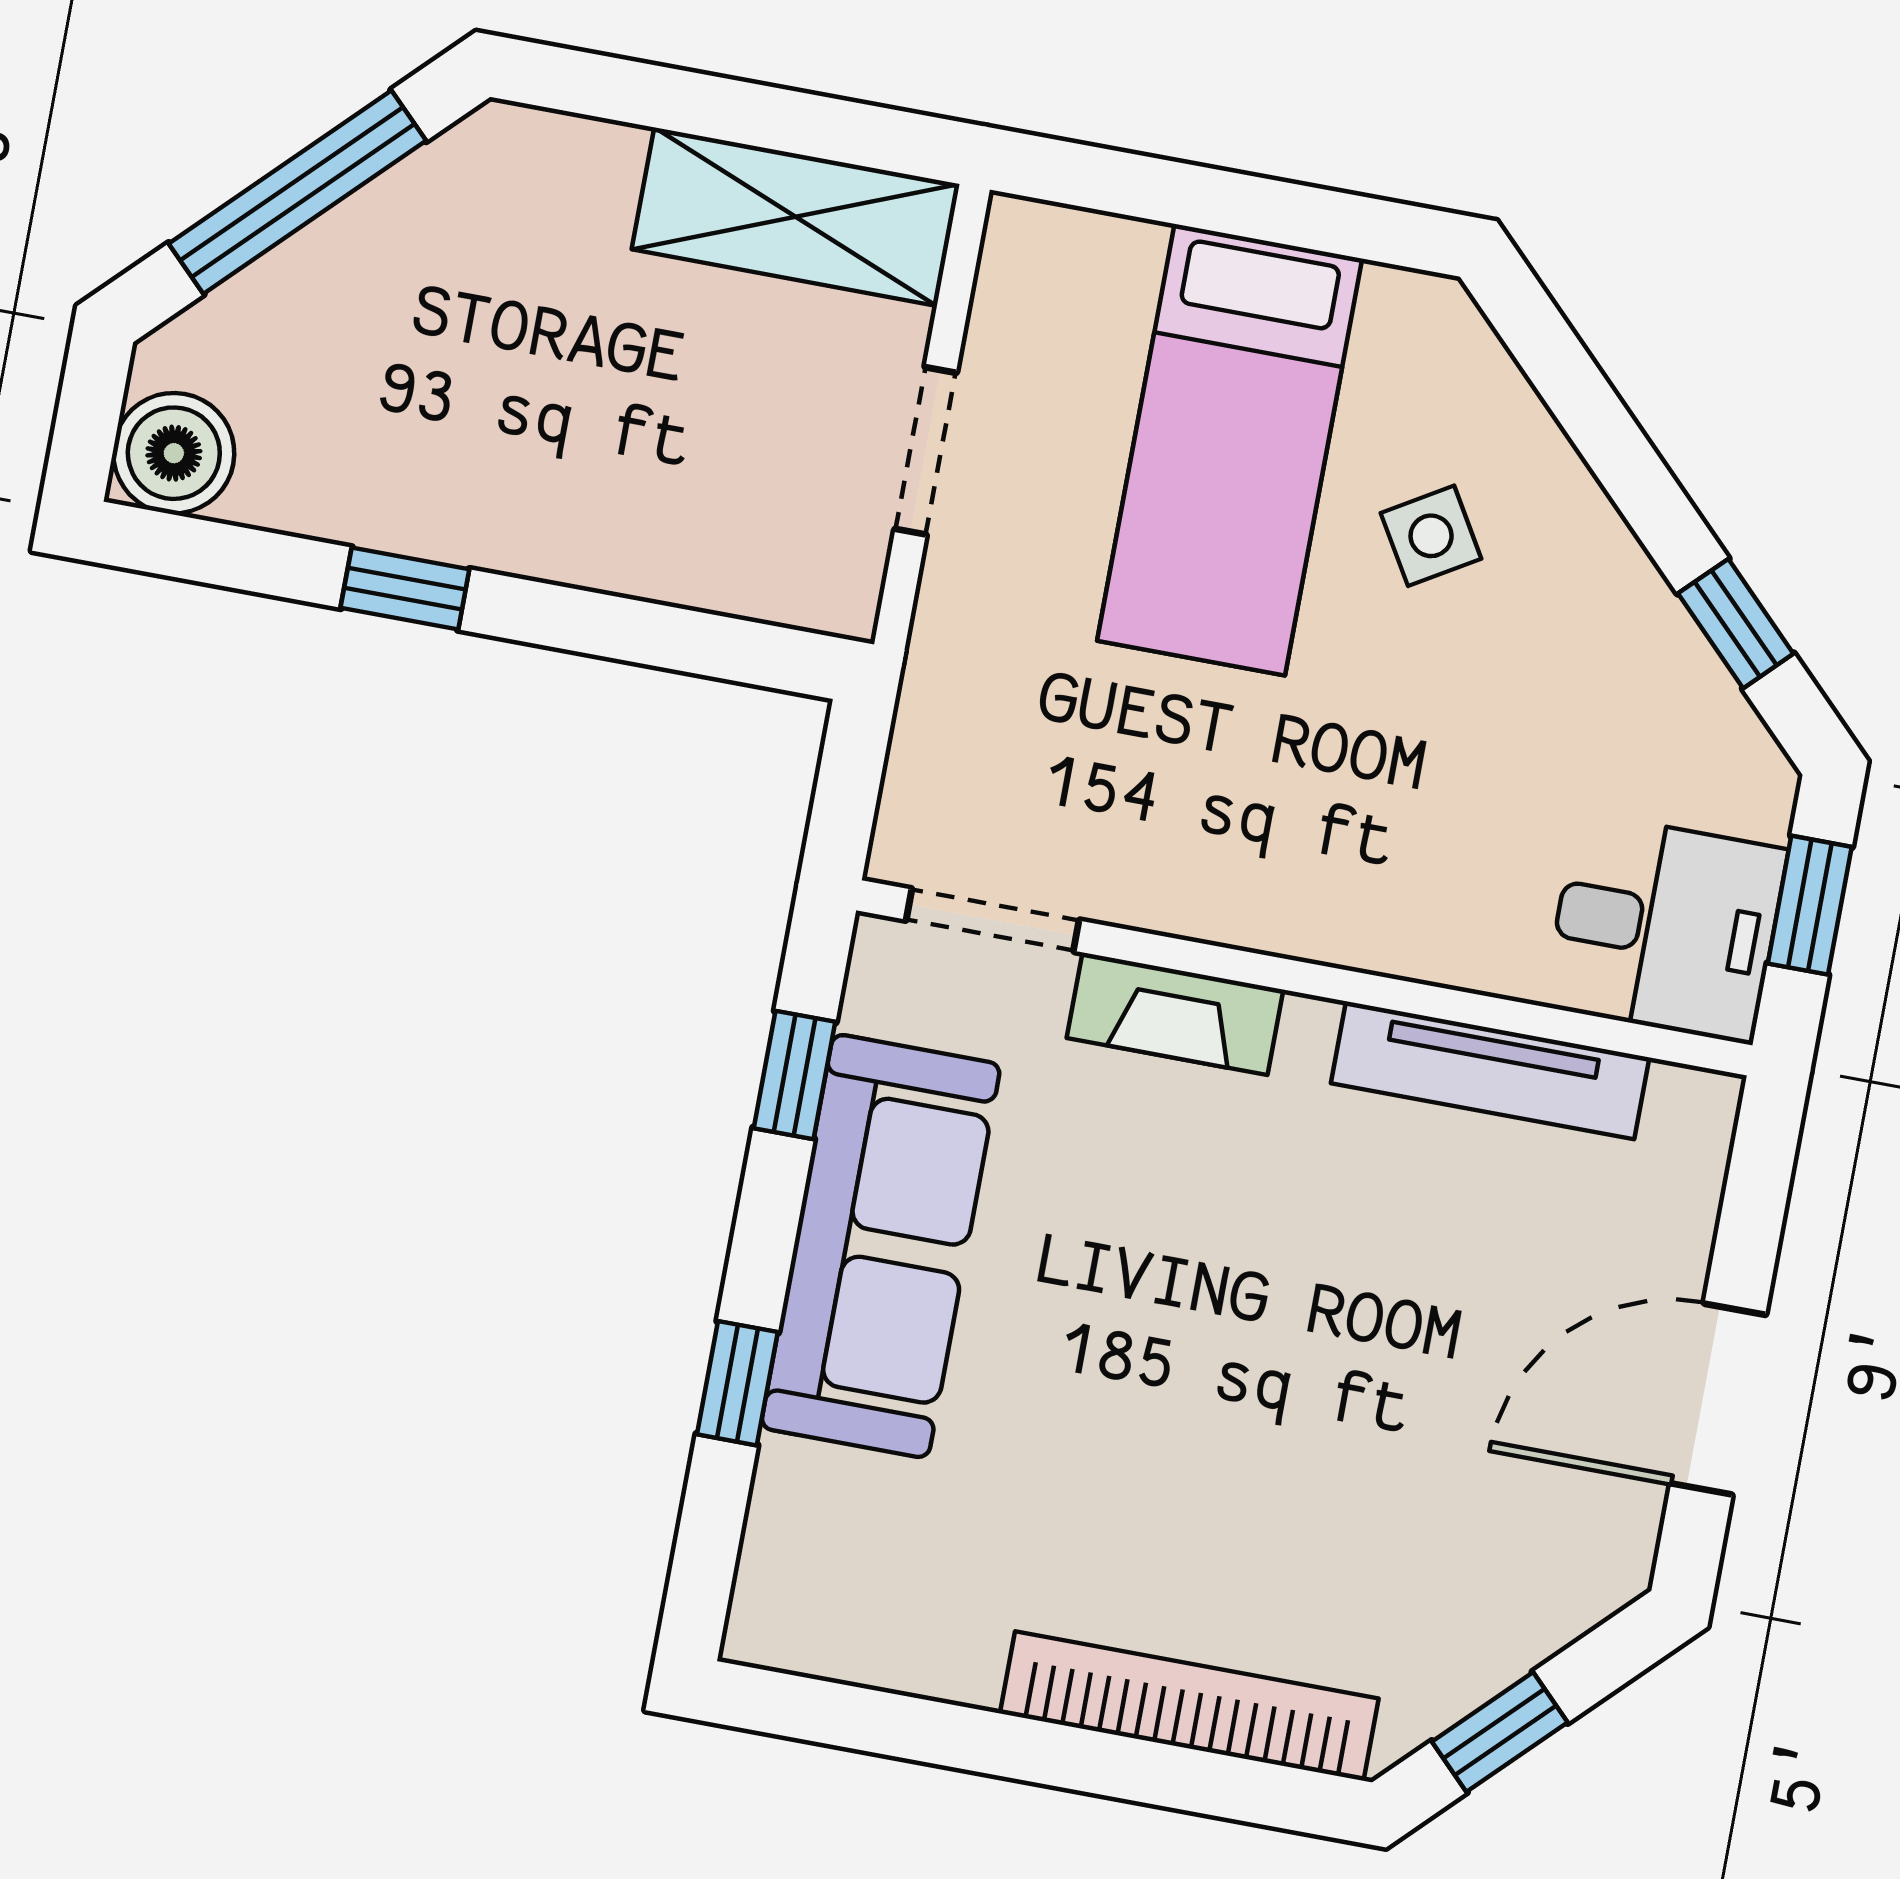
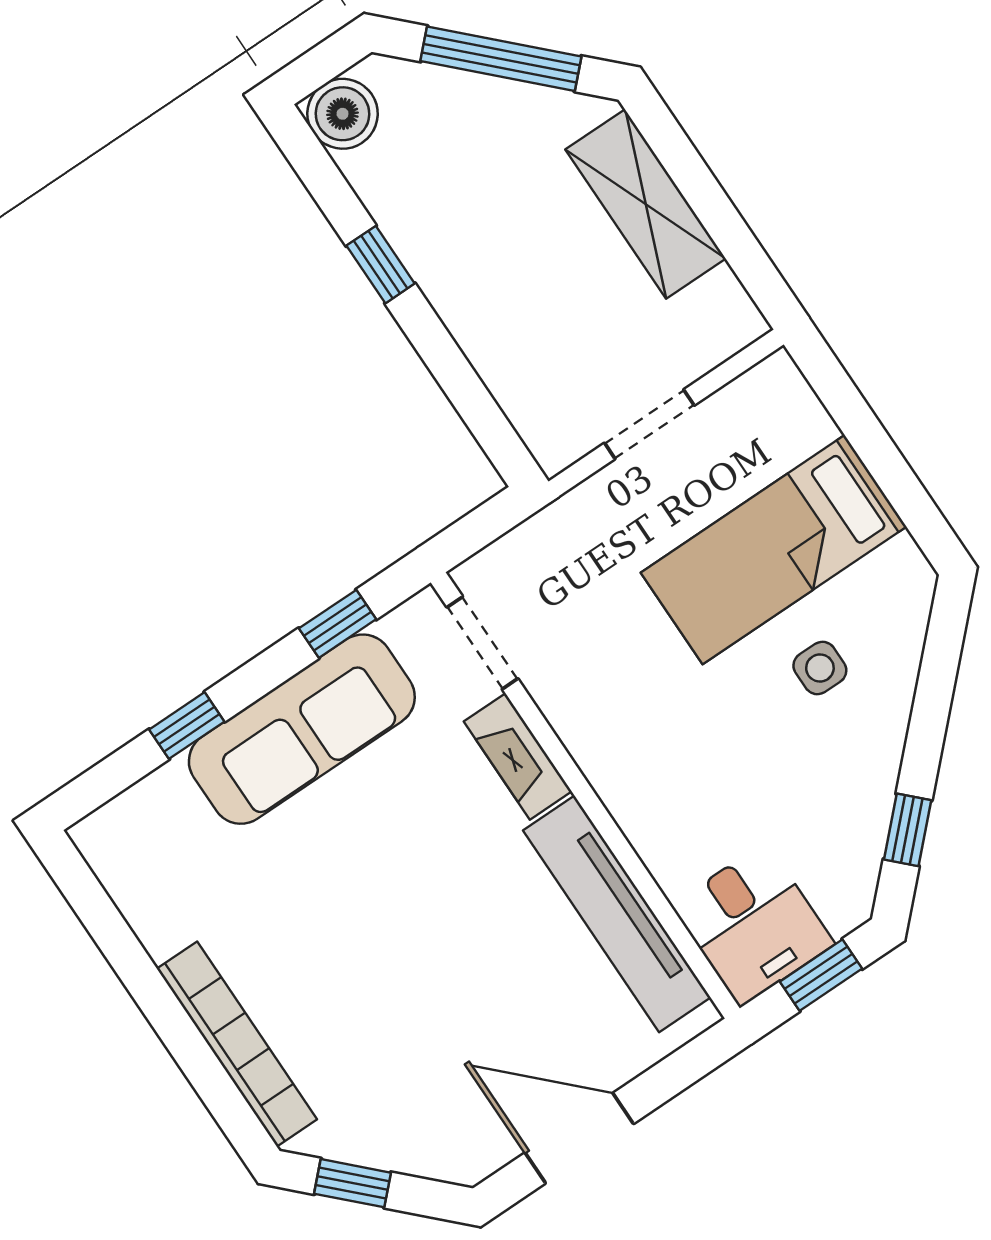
shelving: (796, 217) -> (646, 204), moved
side table: (1431, 536) -> (820, 668), turned 31
tv unit: (1490, 1070) -> (617, 914), width x1.36, depth x1.29

